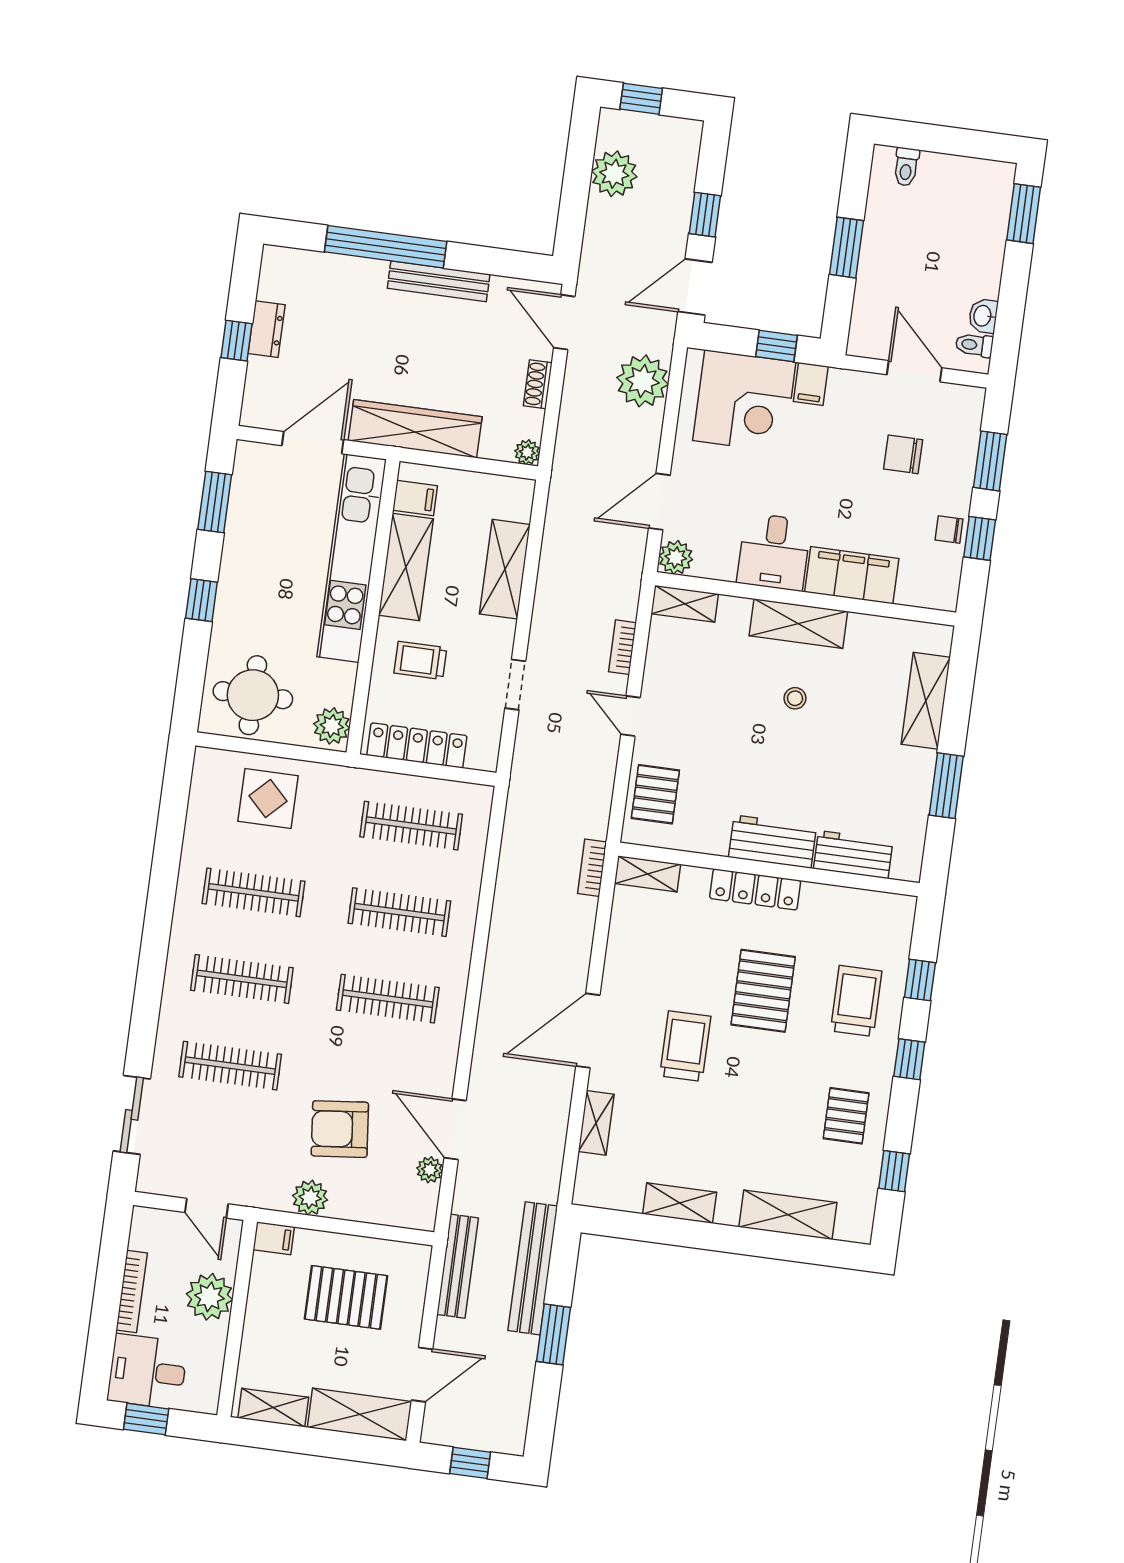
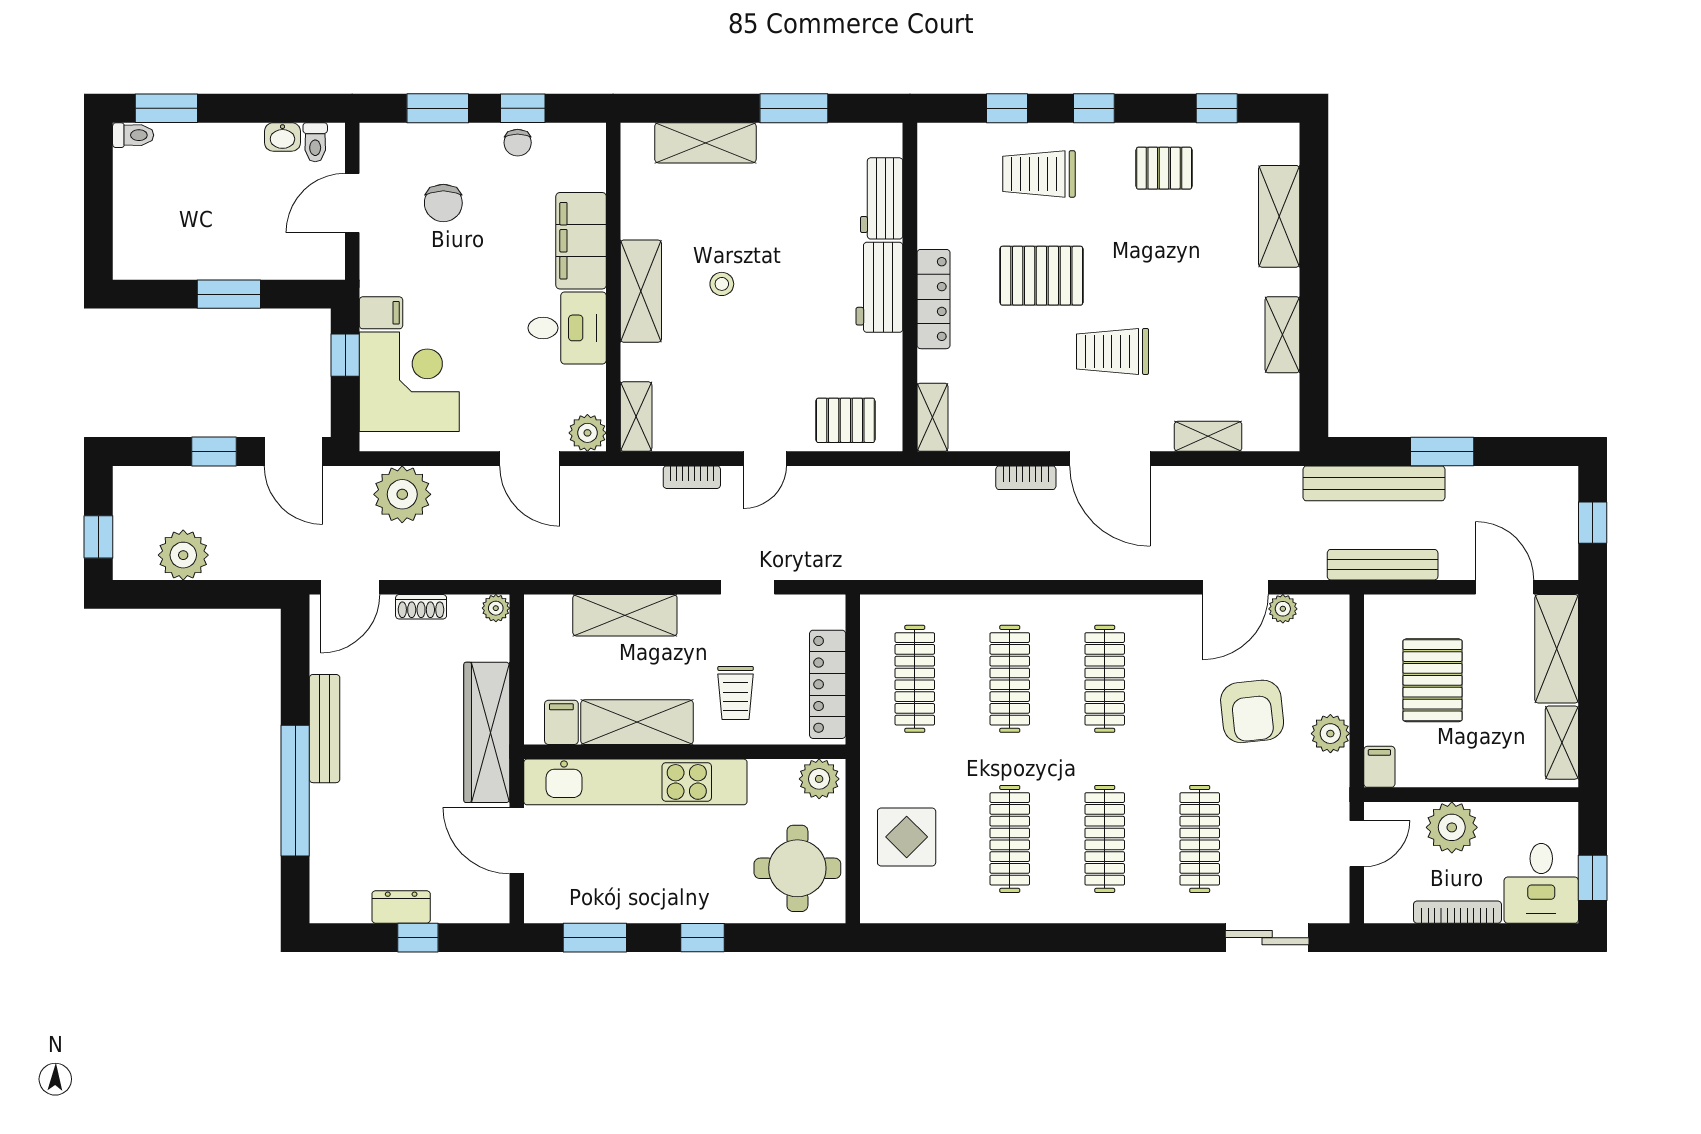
toilet: (906, 167) -> (133, 135), moved
bookcase: (592, 868) -> (1026, 478), moved

